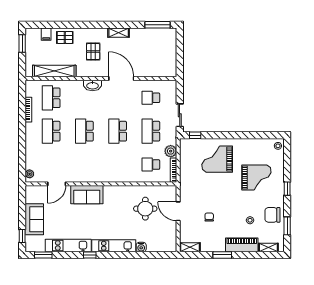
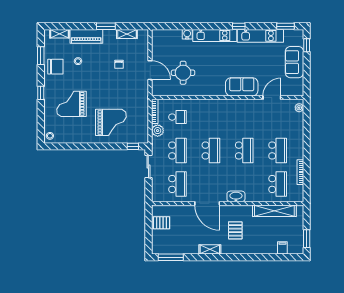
pallet: (65, 37) -> (161, 223), moved
school desk: (151, 98) -> (178, 184), width x1.85
shelving: (190, 247) -> (127, 34), moved

